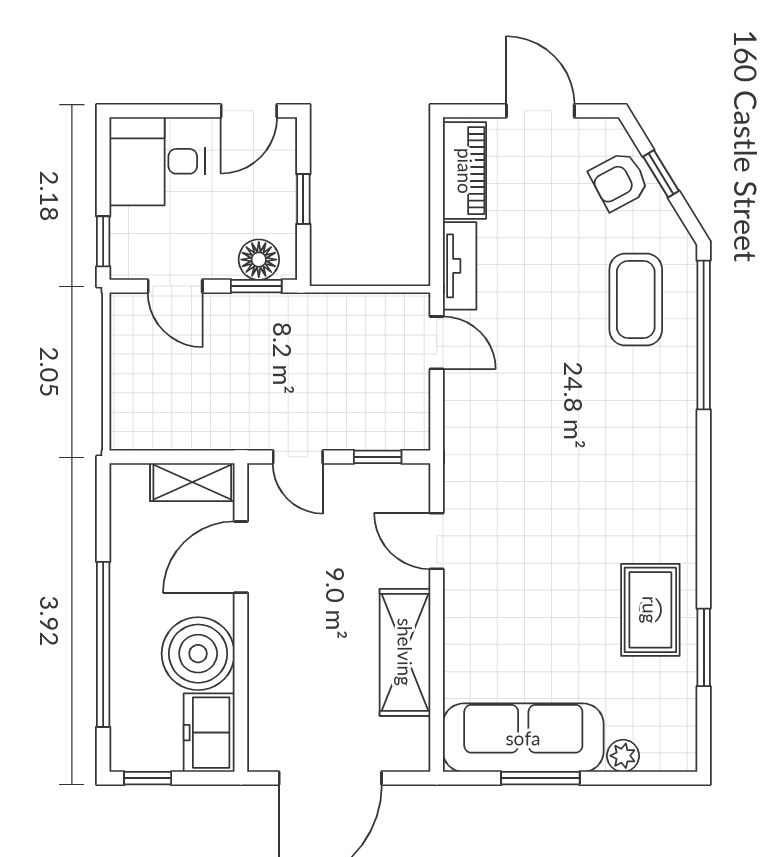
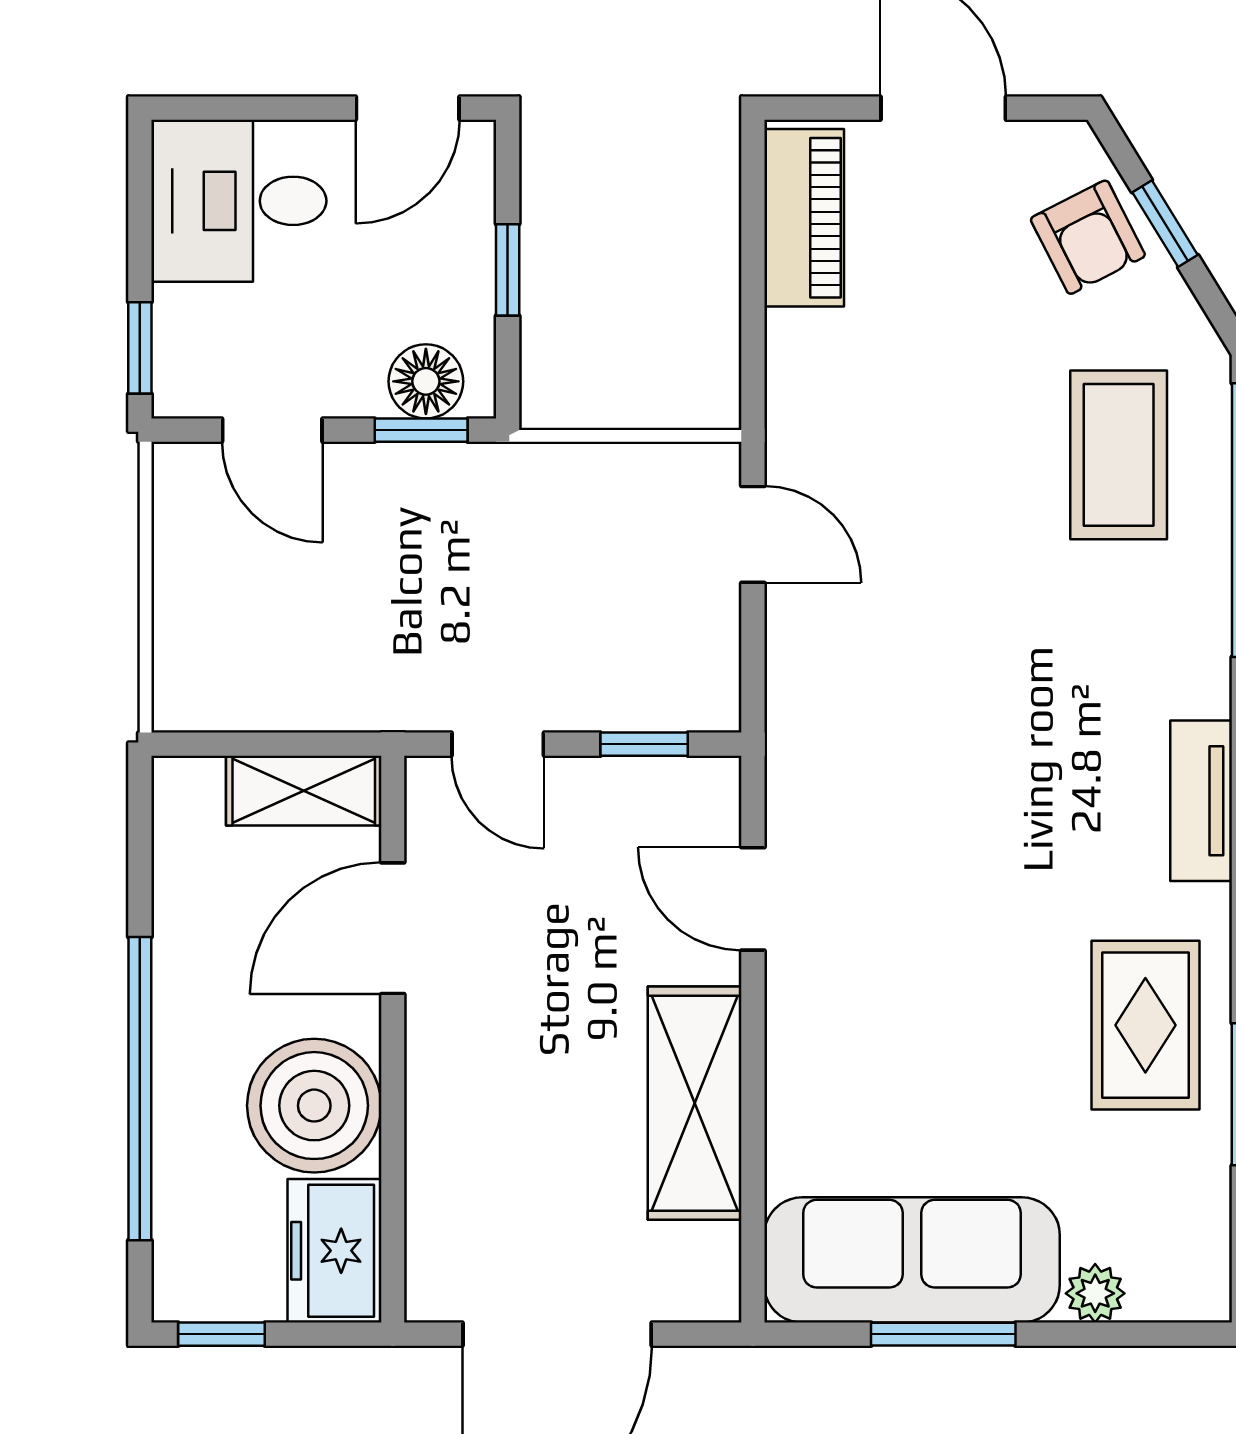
armchair: (619, 181) -> (1088, 237), turned -89
tv unit: (460, 266) -> (1201, 801), moved, turned 180

